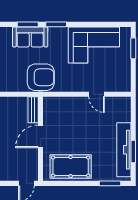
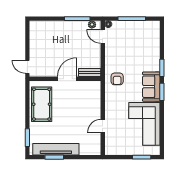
sofa: (30, 37) -> (151, 87), moved
armchair: (41, 77) -> (117, 79), width x0.53, depth x0.53
door: (41, 136) -> (67, 79), hinge flipped

